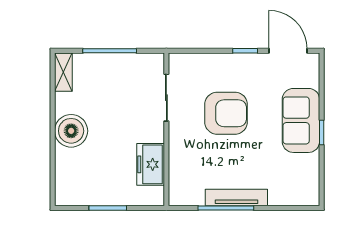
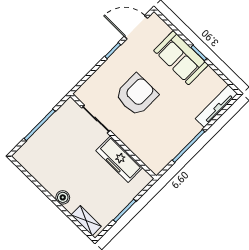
shelving: (63, 72) -> (86, 221), moved
boiler: (71, 131) -> (63, 197), width x0.54, depth x0.54
freezer: (151, 164) -> (119, 159), width x1.40
tv unit: (236, 198) -> (216, 106), moved

